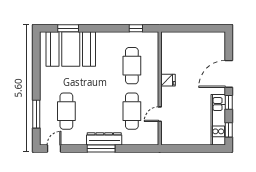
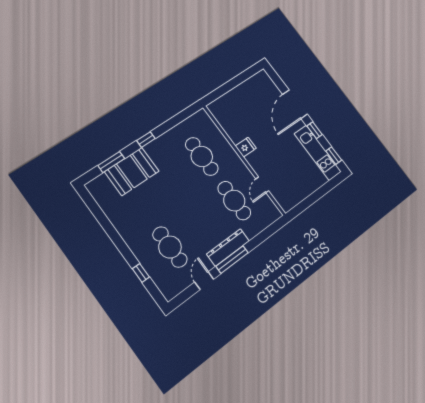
window: (136, 28) -> (146, 140), moved
booth: (71, 49) -> (132, 171), width x0.73, depth x0.70
window: (36, 114) -> (141, 273), width x0.46
door: (54, 148) -> (204, 281), moved

